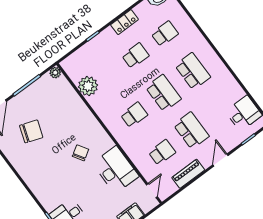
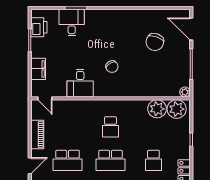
plant: (75, 69) -> (177, 109), added
school desk: (162, 152) -> (68, 127), removed
door: (220, 160) -> (30, 166), hinge flipped
desk: (116, 170) -> (80, 83), width x0.73

